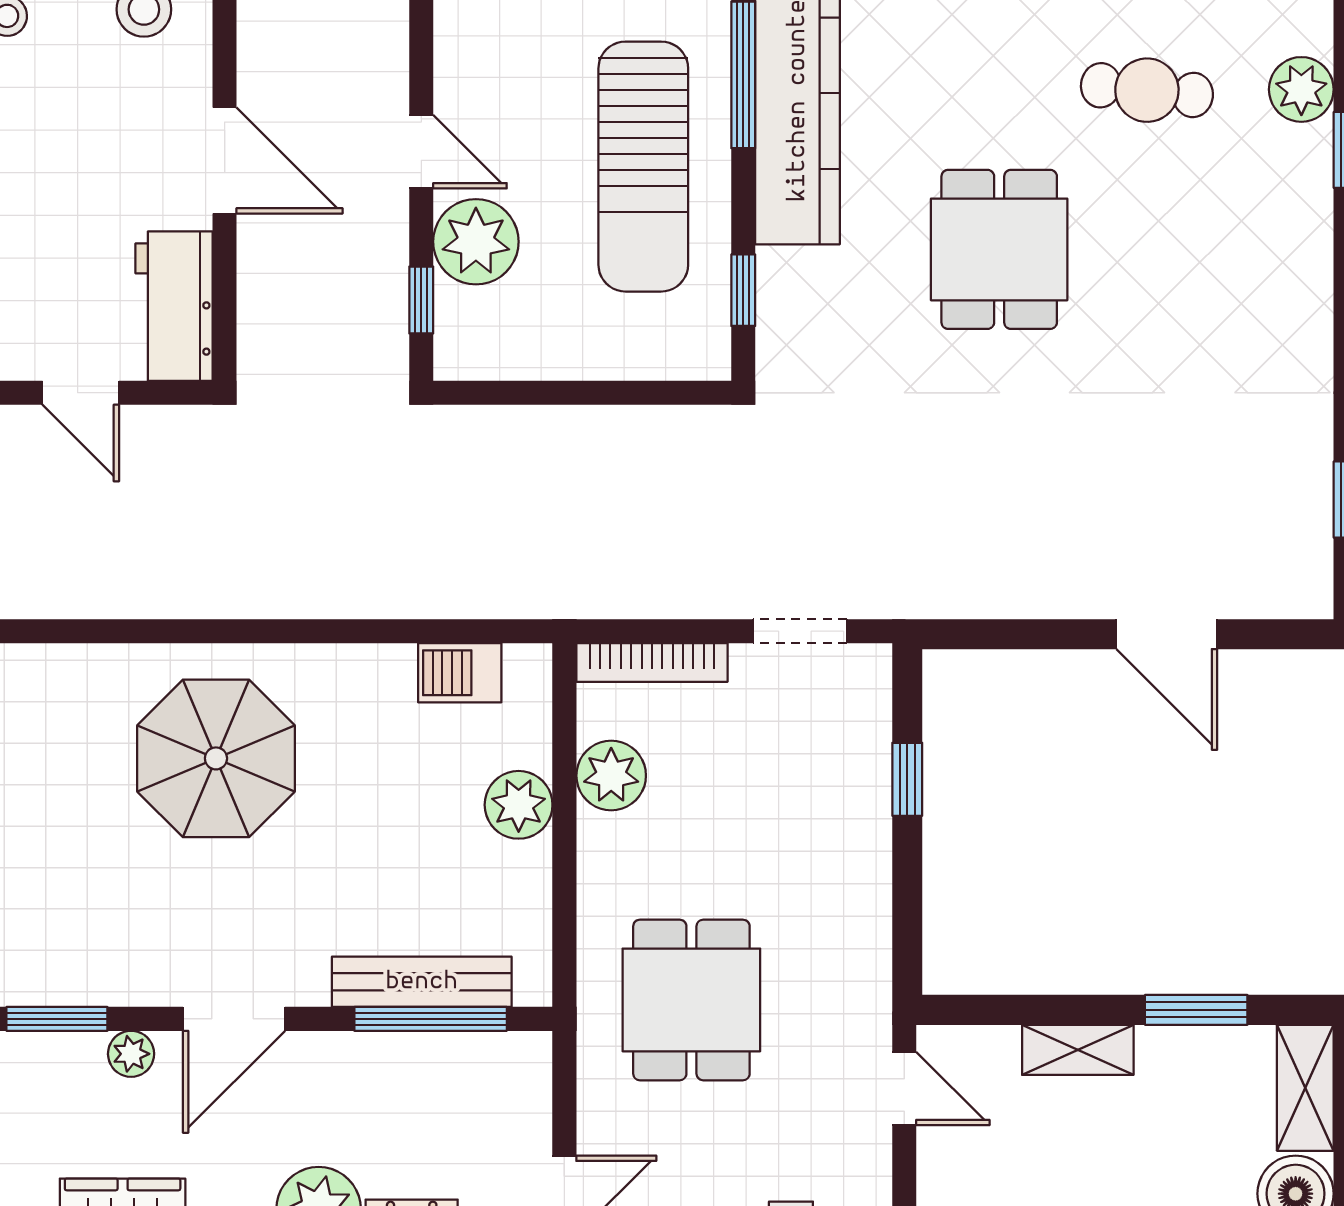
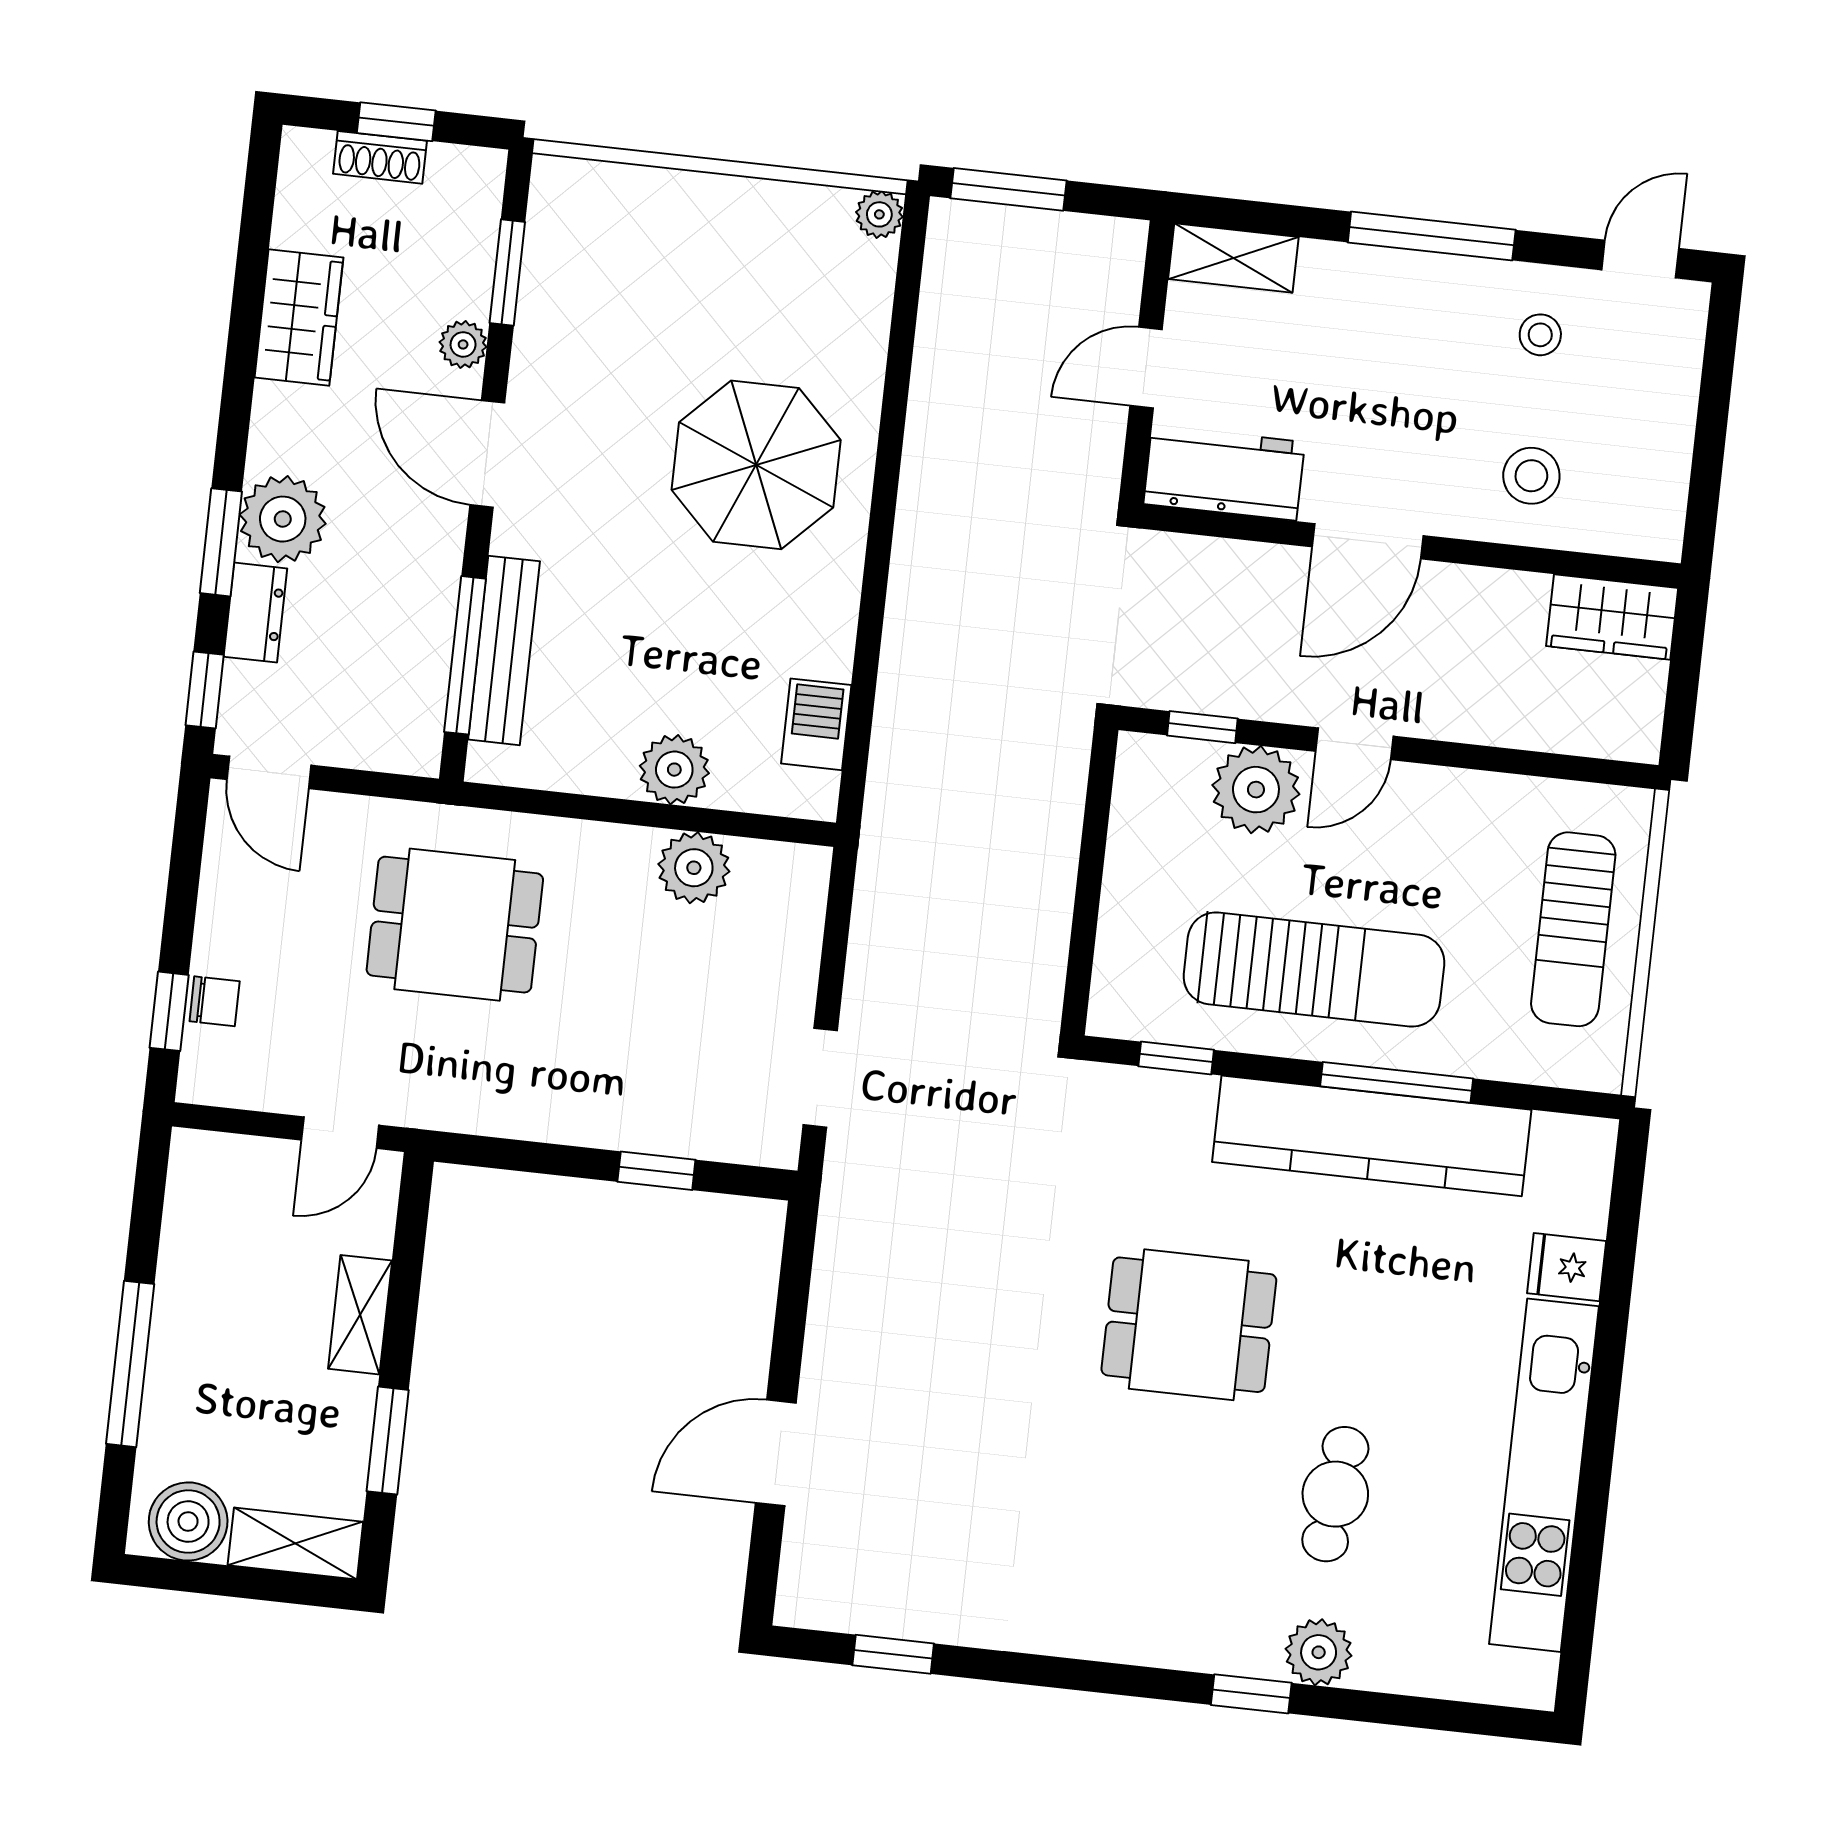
sun lounger: (643, 167) -> (1314, 970), turned 180
bookcase: (652, 663) -> (805, 922), removed

